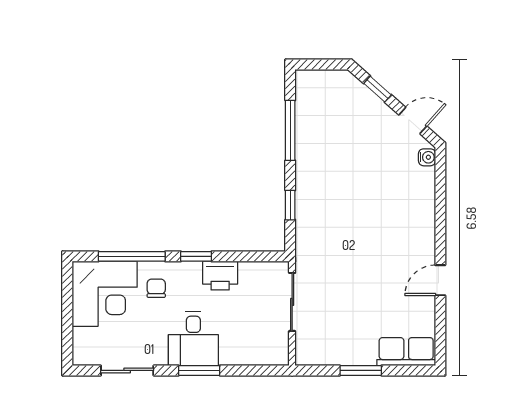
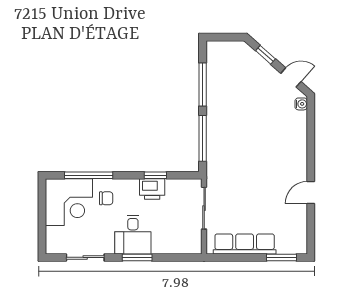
window: (290, 205) -> (203, 138), width x2.17
window: (196, 256) -> (155, 175), moved
chair: (156, 288) -> (106, 198), turned 90
row of seats: (406, 352) -> (245, 244), moved, width x1.48
window: (361, 370) -> (282, 257), moved

